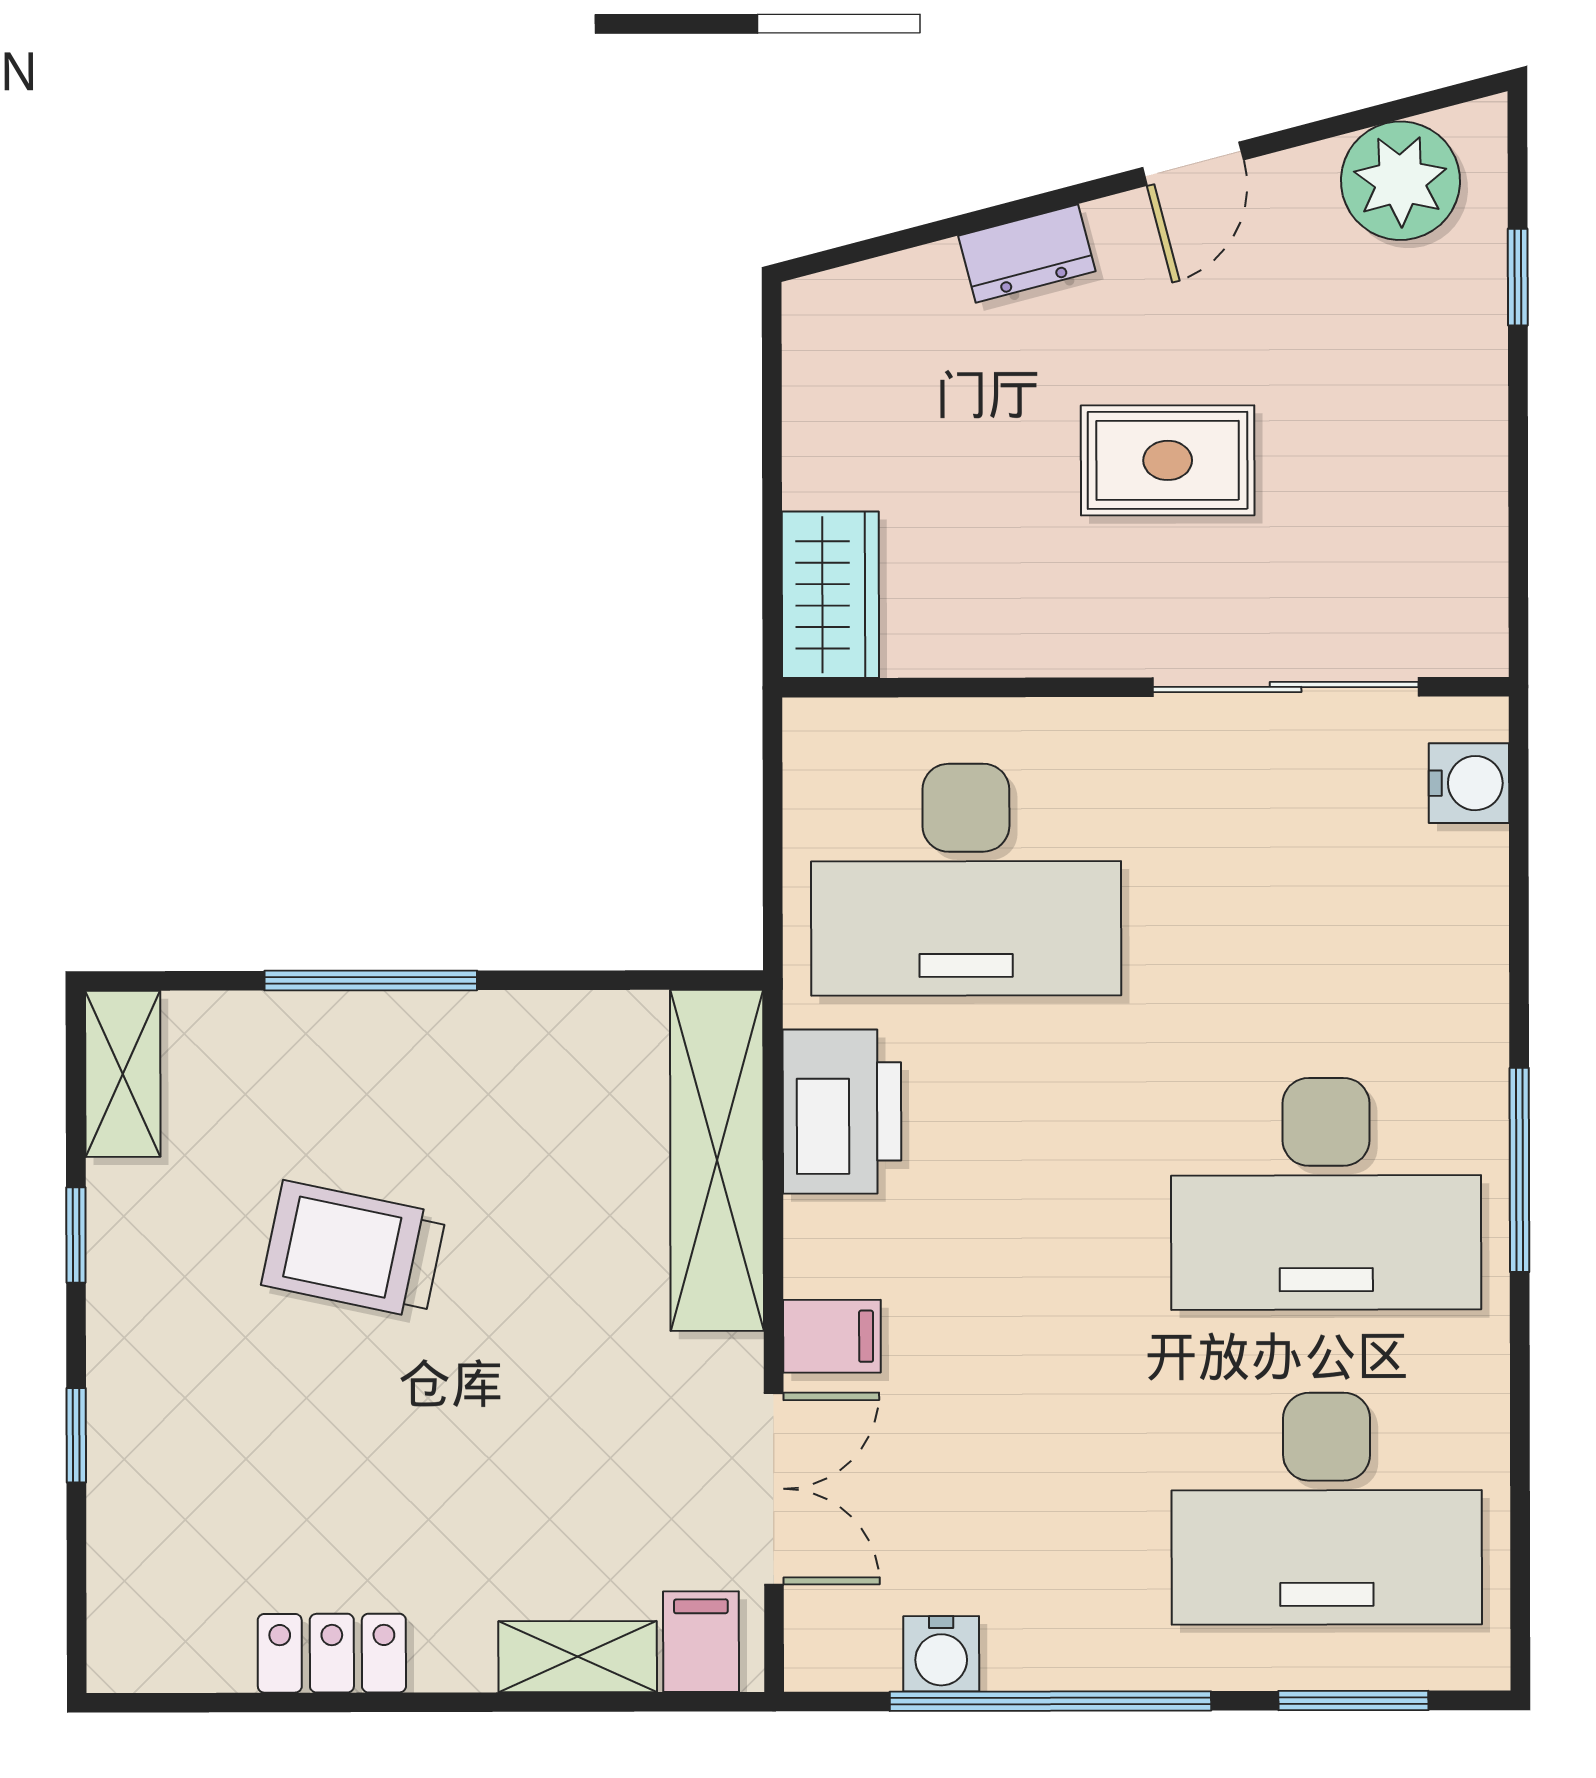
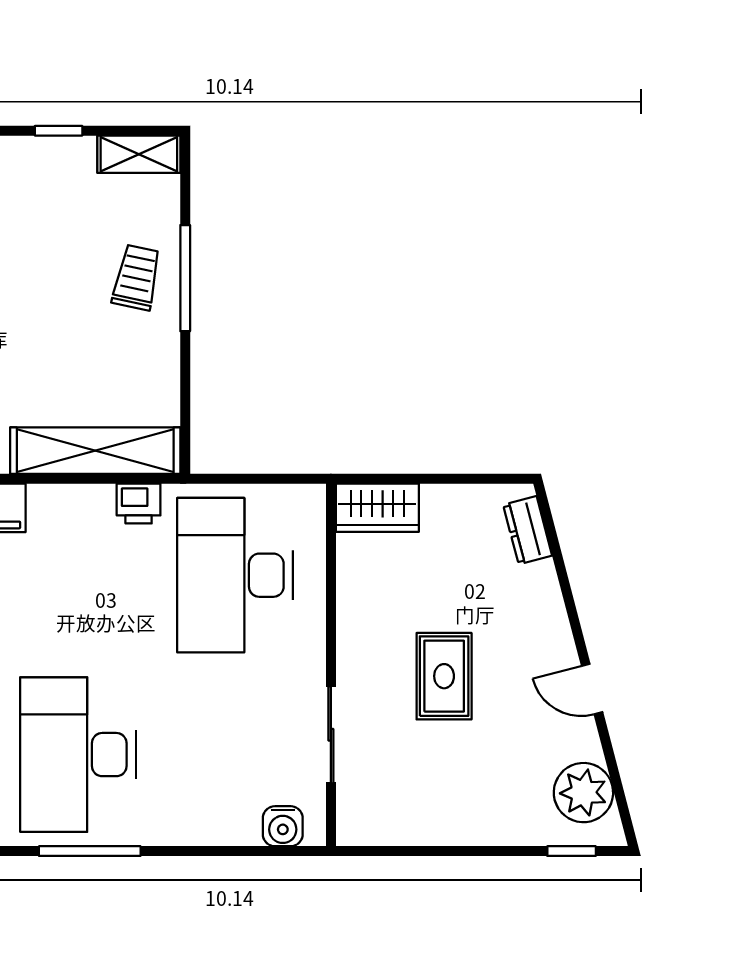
dresser: (1027, 253) -> (528, 530), moved
window: (1518, 277) -> (572, 851), moved
sliding door: (1286, 687) -> (331, 735), width x0.73
printer: (842, 1112) -> (139, 504), width x0.53, depth x0.68
trolley: (354, 1250) -> (137, 277), moved, width x0.73, depth x0.72

